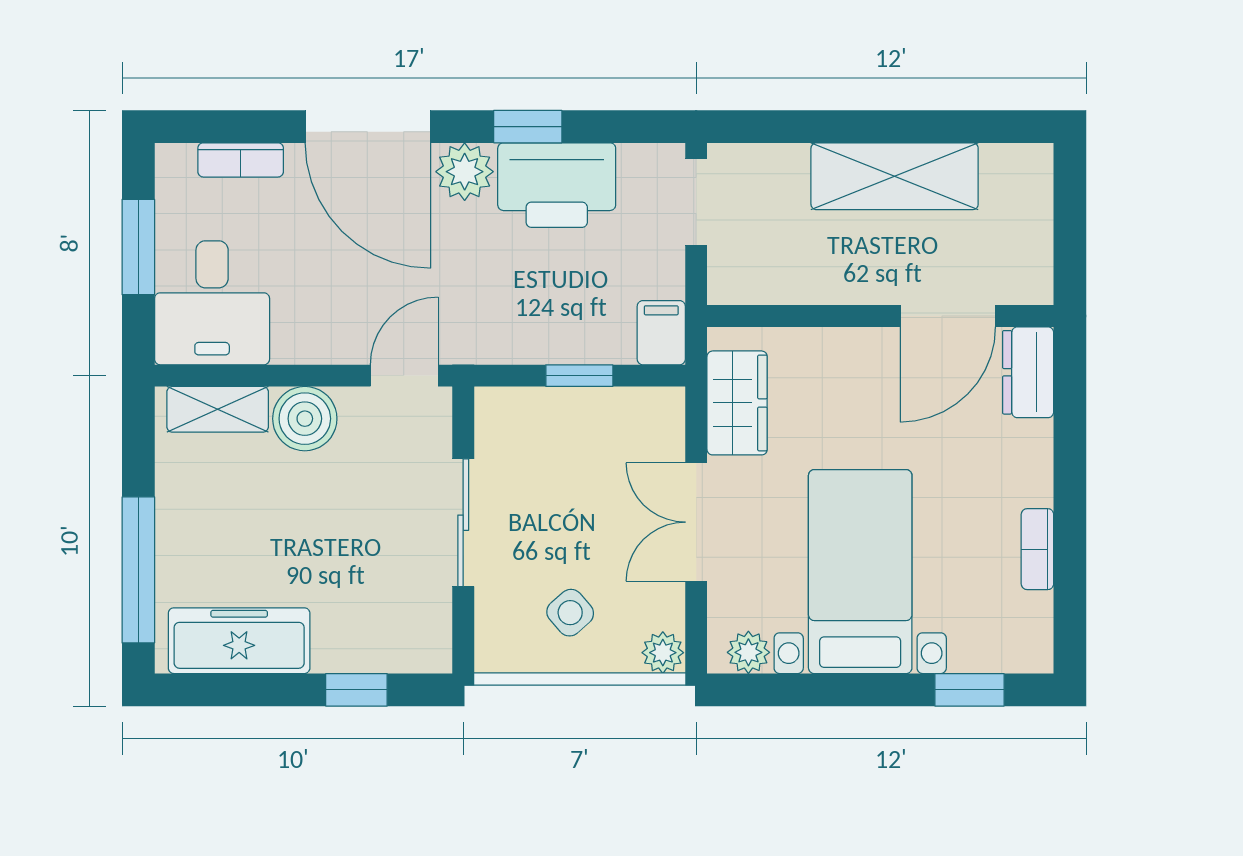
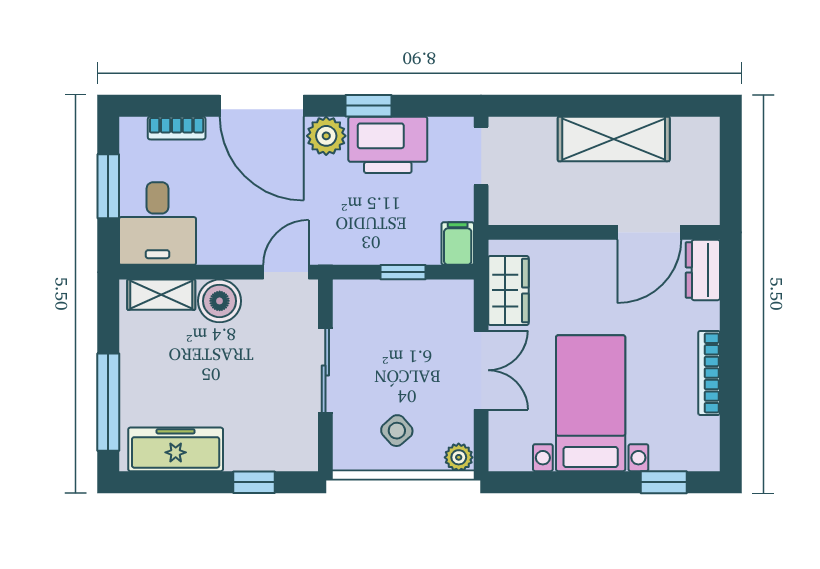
double door: (696, 522) -> (481, 370), swing flipped
bookcase: (1037, 549) -> (709, 373), width x1.56
plant: (748, 652) -> (516, 457), removed

